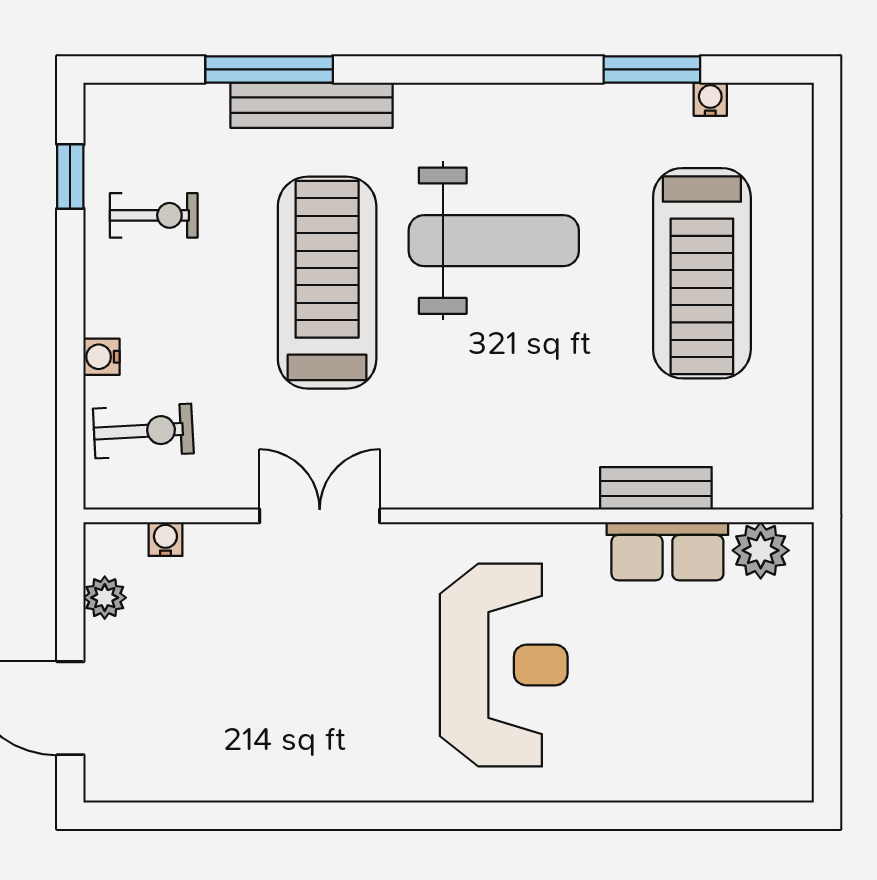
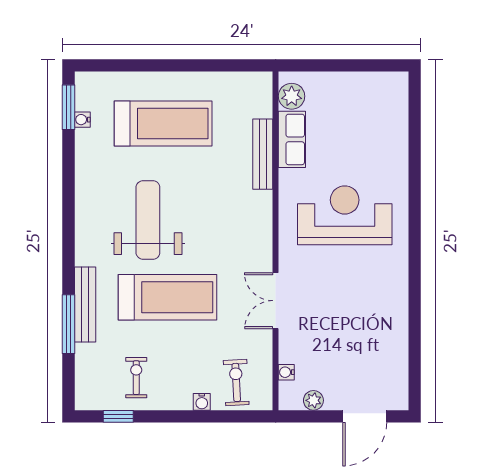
window: (652, 69) -> (69, 107), moved
treadmill: (327, 283) -> (167, 297), turned 180
bench: (656, 488) -> (263, 154), width x1.36

